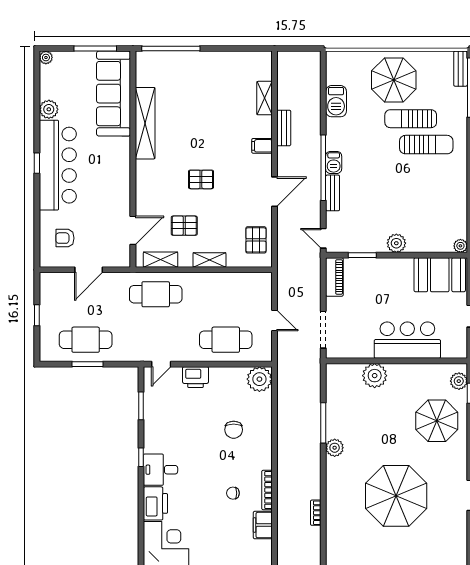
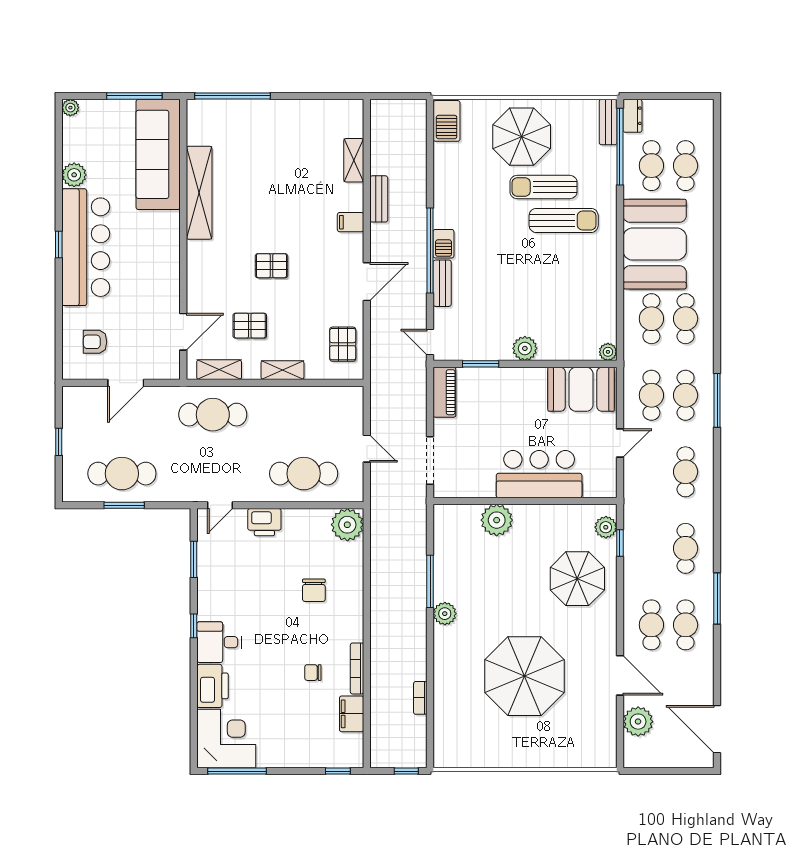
barbecue: (336, 101) -> (447, 121), moved

